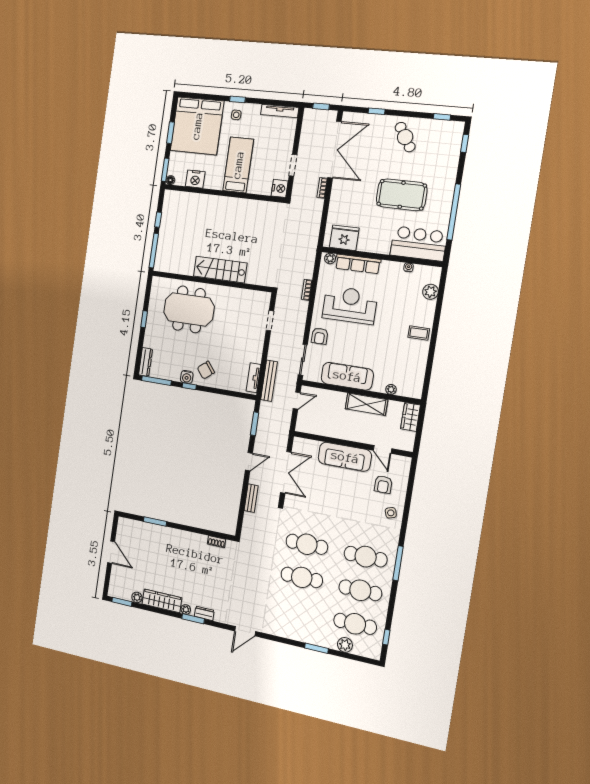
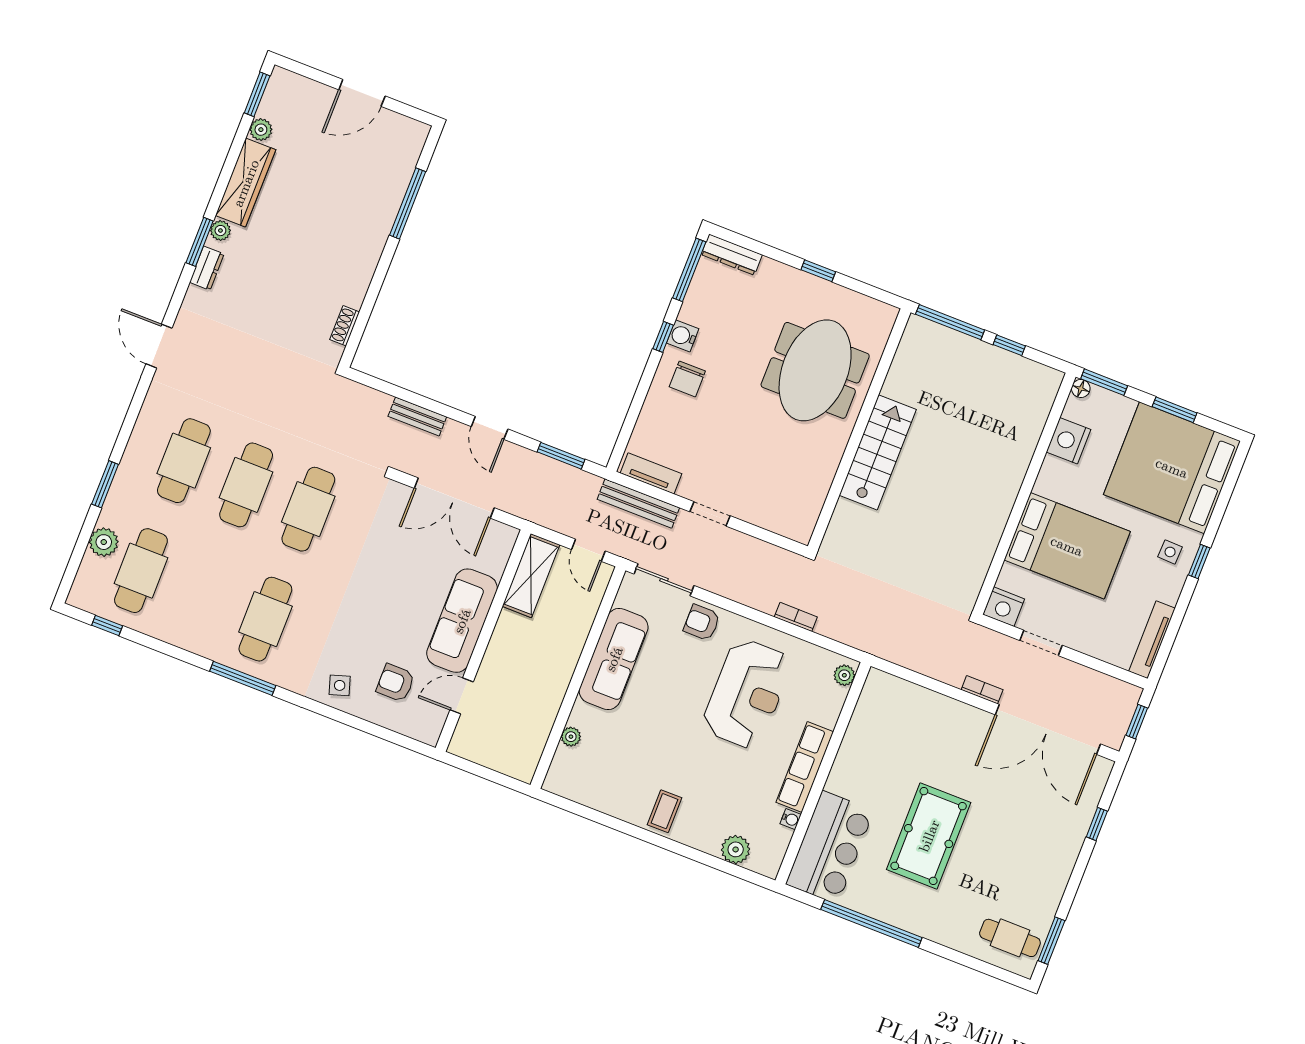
window: (442, 117) -> (1051, 941), width x1.50
cafe table: (405, 137) -> (1010, 938), moved, turned 33
window: (465, 143) -> (991, 970), removed
bed: (238, 165) -> (1067, 546), width x1.50
fridge: (344, 238) -> (877, 711), removed
row of seats: (358, 264) -> (805, 767), moved
doorway: (270, 321) -> (710, 514), moved
chair: (206, 370) -> (687, 379), turned -141
shelving: (366, 404) -> (531, 576), moved
wardrobe: (410, 417) -> (512, 762), removed
window: (155, 521) -> (408, 203), width x1.44
cafe table: (360, 590) -> (184, 461), moved

